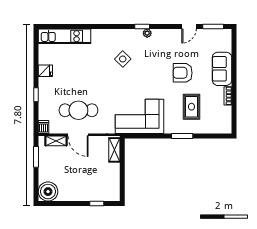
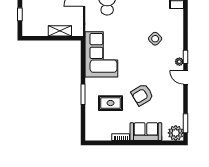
door: (189, 26) -> (186, 77), moved
plant: (223, 37) -> (176, 133), added
armchair: (183, 73) -> (142, 95), turned -121
shelving: (114, 150) -> (60, 31), moved

